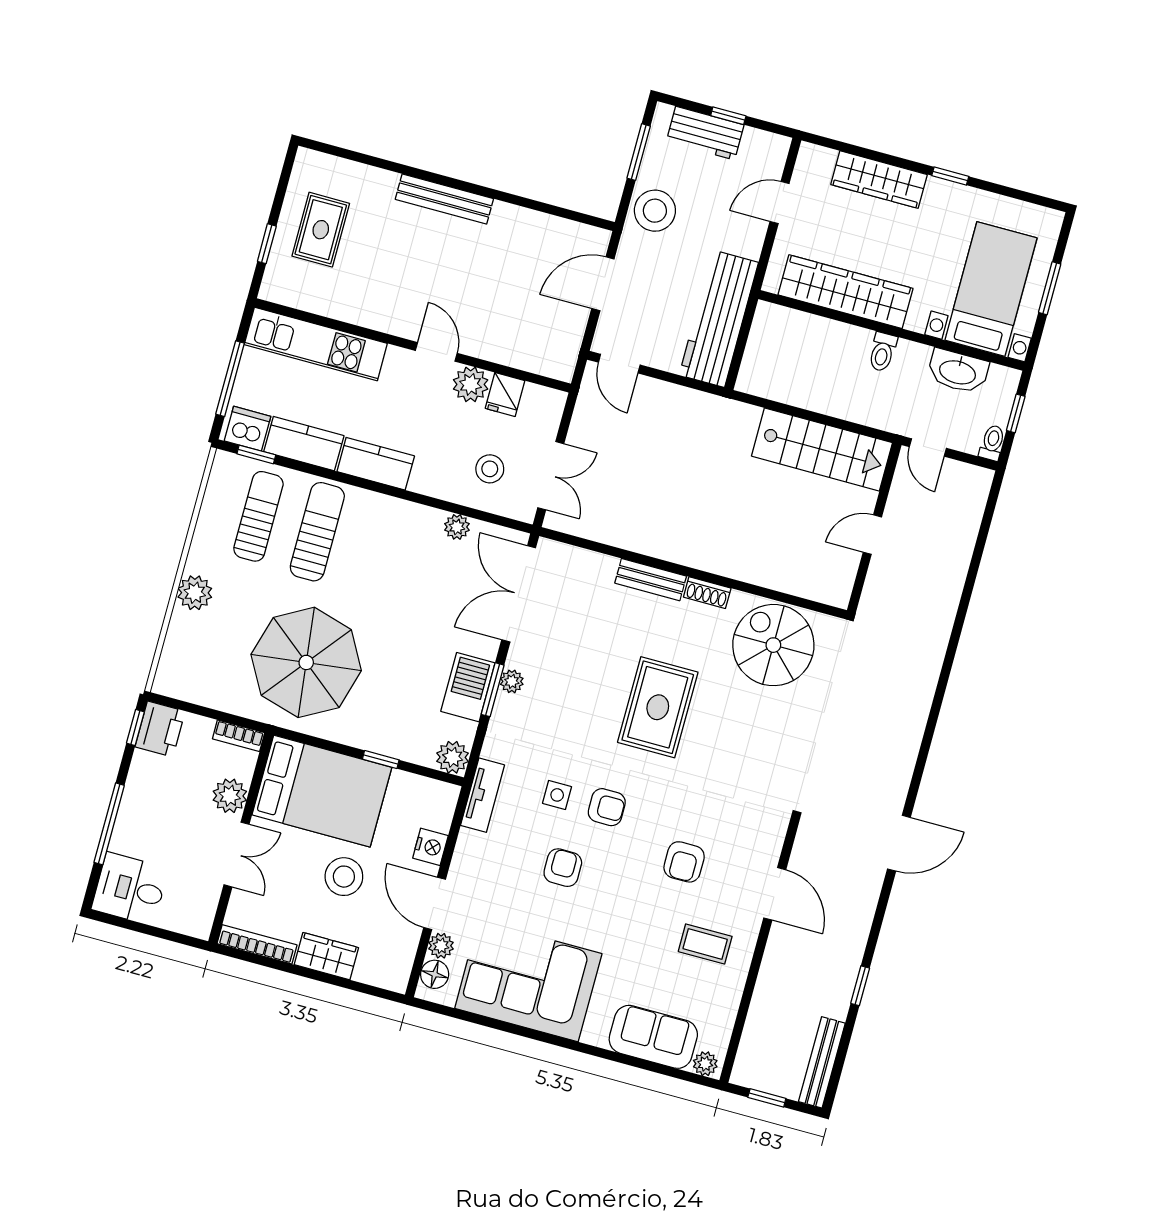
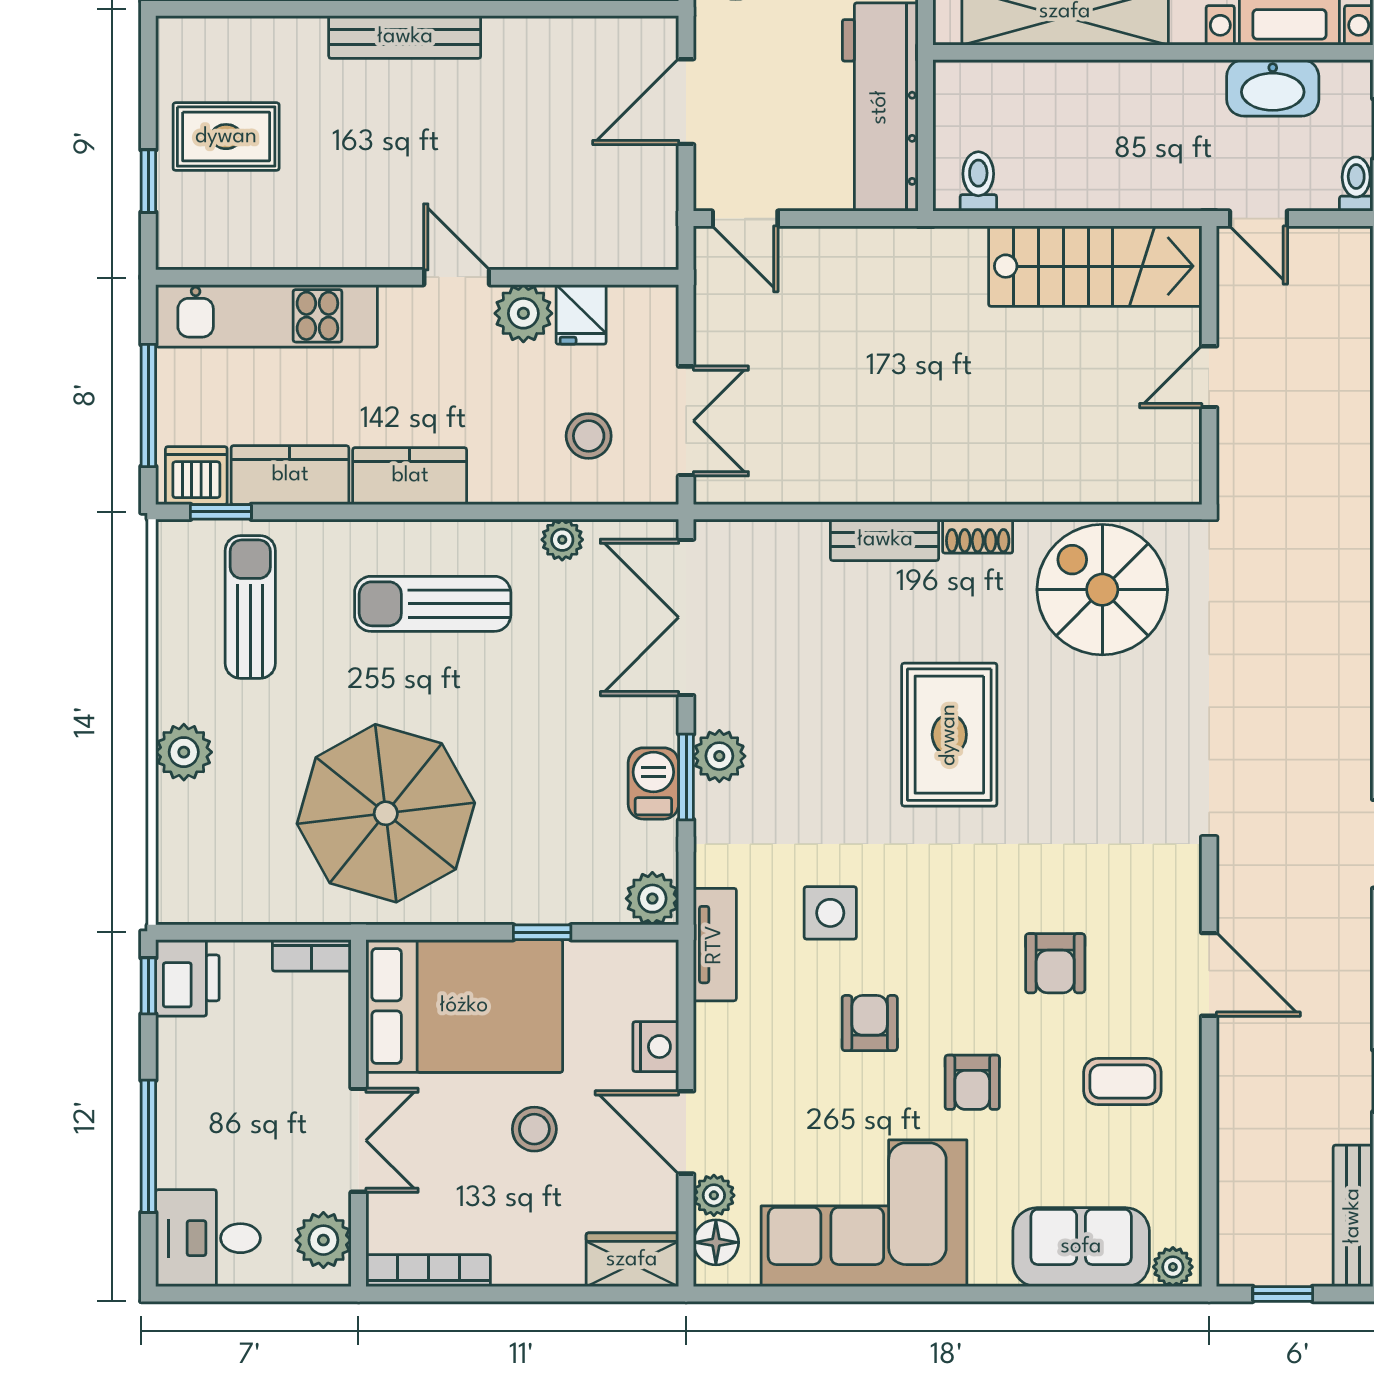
rug: (321, 230) -> (226, 137), turned 90
toilet: (882, 352) -> (978, 181), moved, turned 180
sun lounger: (317, 532) -> (433, 604), moved, turned -90
plant: (512, 681) -> (719, 756), width x1.38, depth x1.38
barbecue: (468, 687) -> (653, 783), width x0.73, depth x0.79
side table: (557, 795) -> (830, 913), width x1.37, depth x1.37
plant: (230, 796) -> (323, 1240), moved
armchair: (607, 807) -> (972, 1082), moved, turned 90
stool: (344, 877) -> (534, 1129), width x0.73, depth x0.73
wardrobe: (326, 956) -> (632, 1260), moved

